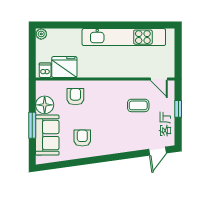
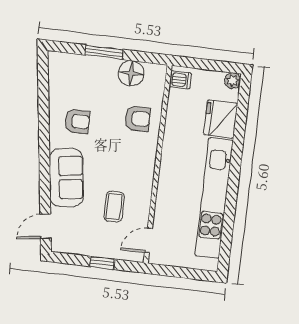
fridge: (64, 67) -> (221, 119), moved, turned 180
sofa: (47, 135) -> (66, 178), moved, turned -98
door: (158, 151) -> (46, 226), hinge flipped

